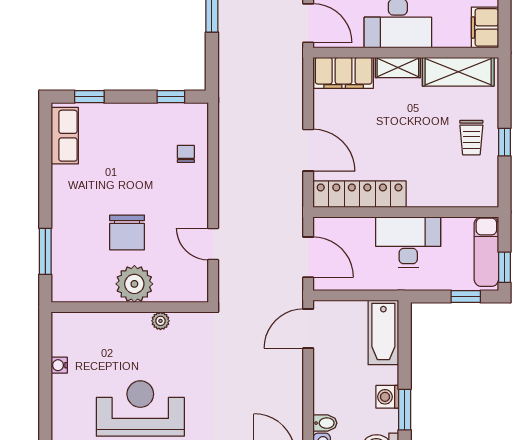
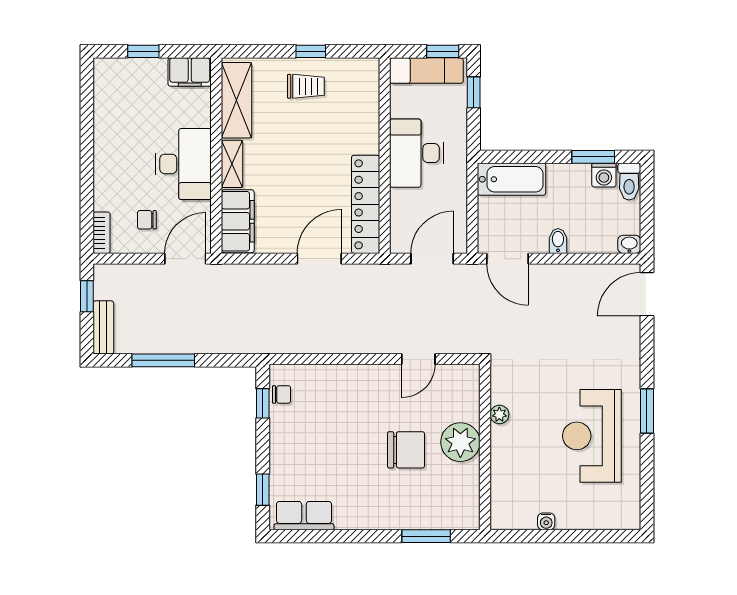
chair: (186, 154) -> (282, 394), moved, turned 180
washing machine: (387, 397) -> (604, 175), moved
bidet: (325, 423) -> (558, 241), moved

